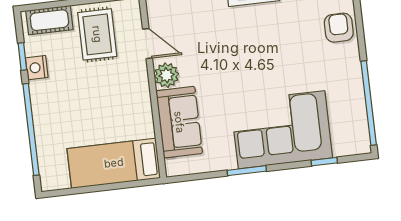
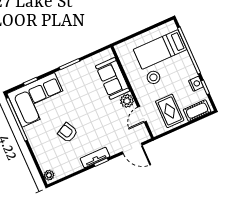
armchair: (339, 28) -> (68, 133), moved, turned 152
door: (147, 44) -> (142, 114), hinge flipped
stool: (107, 102) -> (153, 77), added
corner sofa: (282, 130) -> (38, 100), moved
bed: (114, 163) -> (160, 50), moved, turned 180

